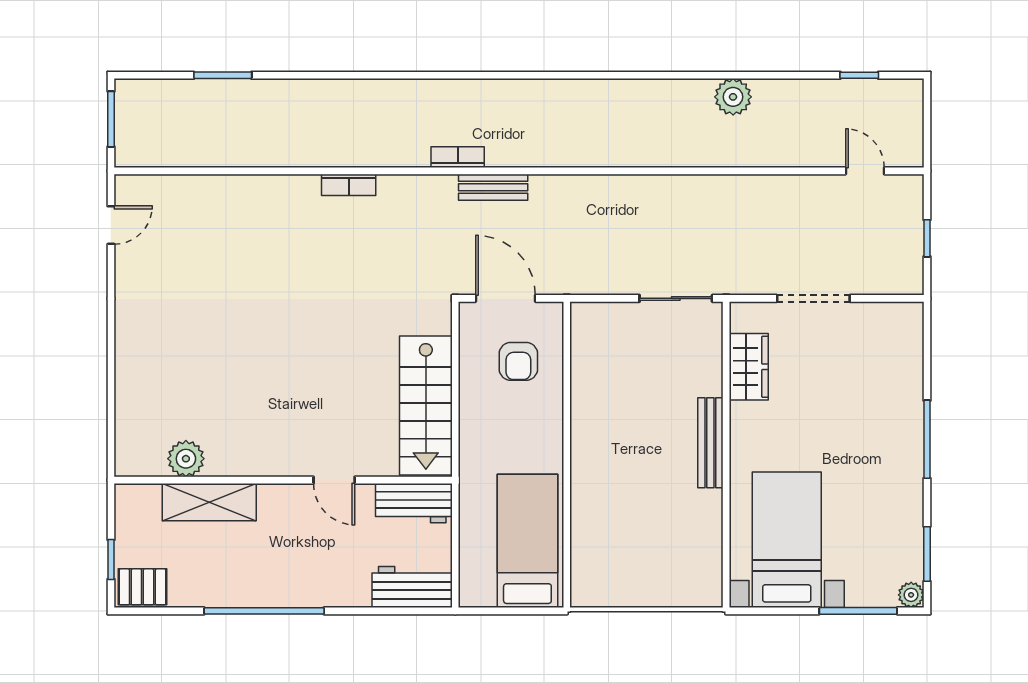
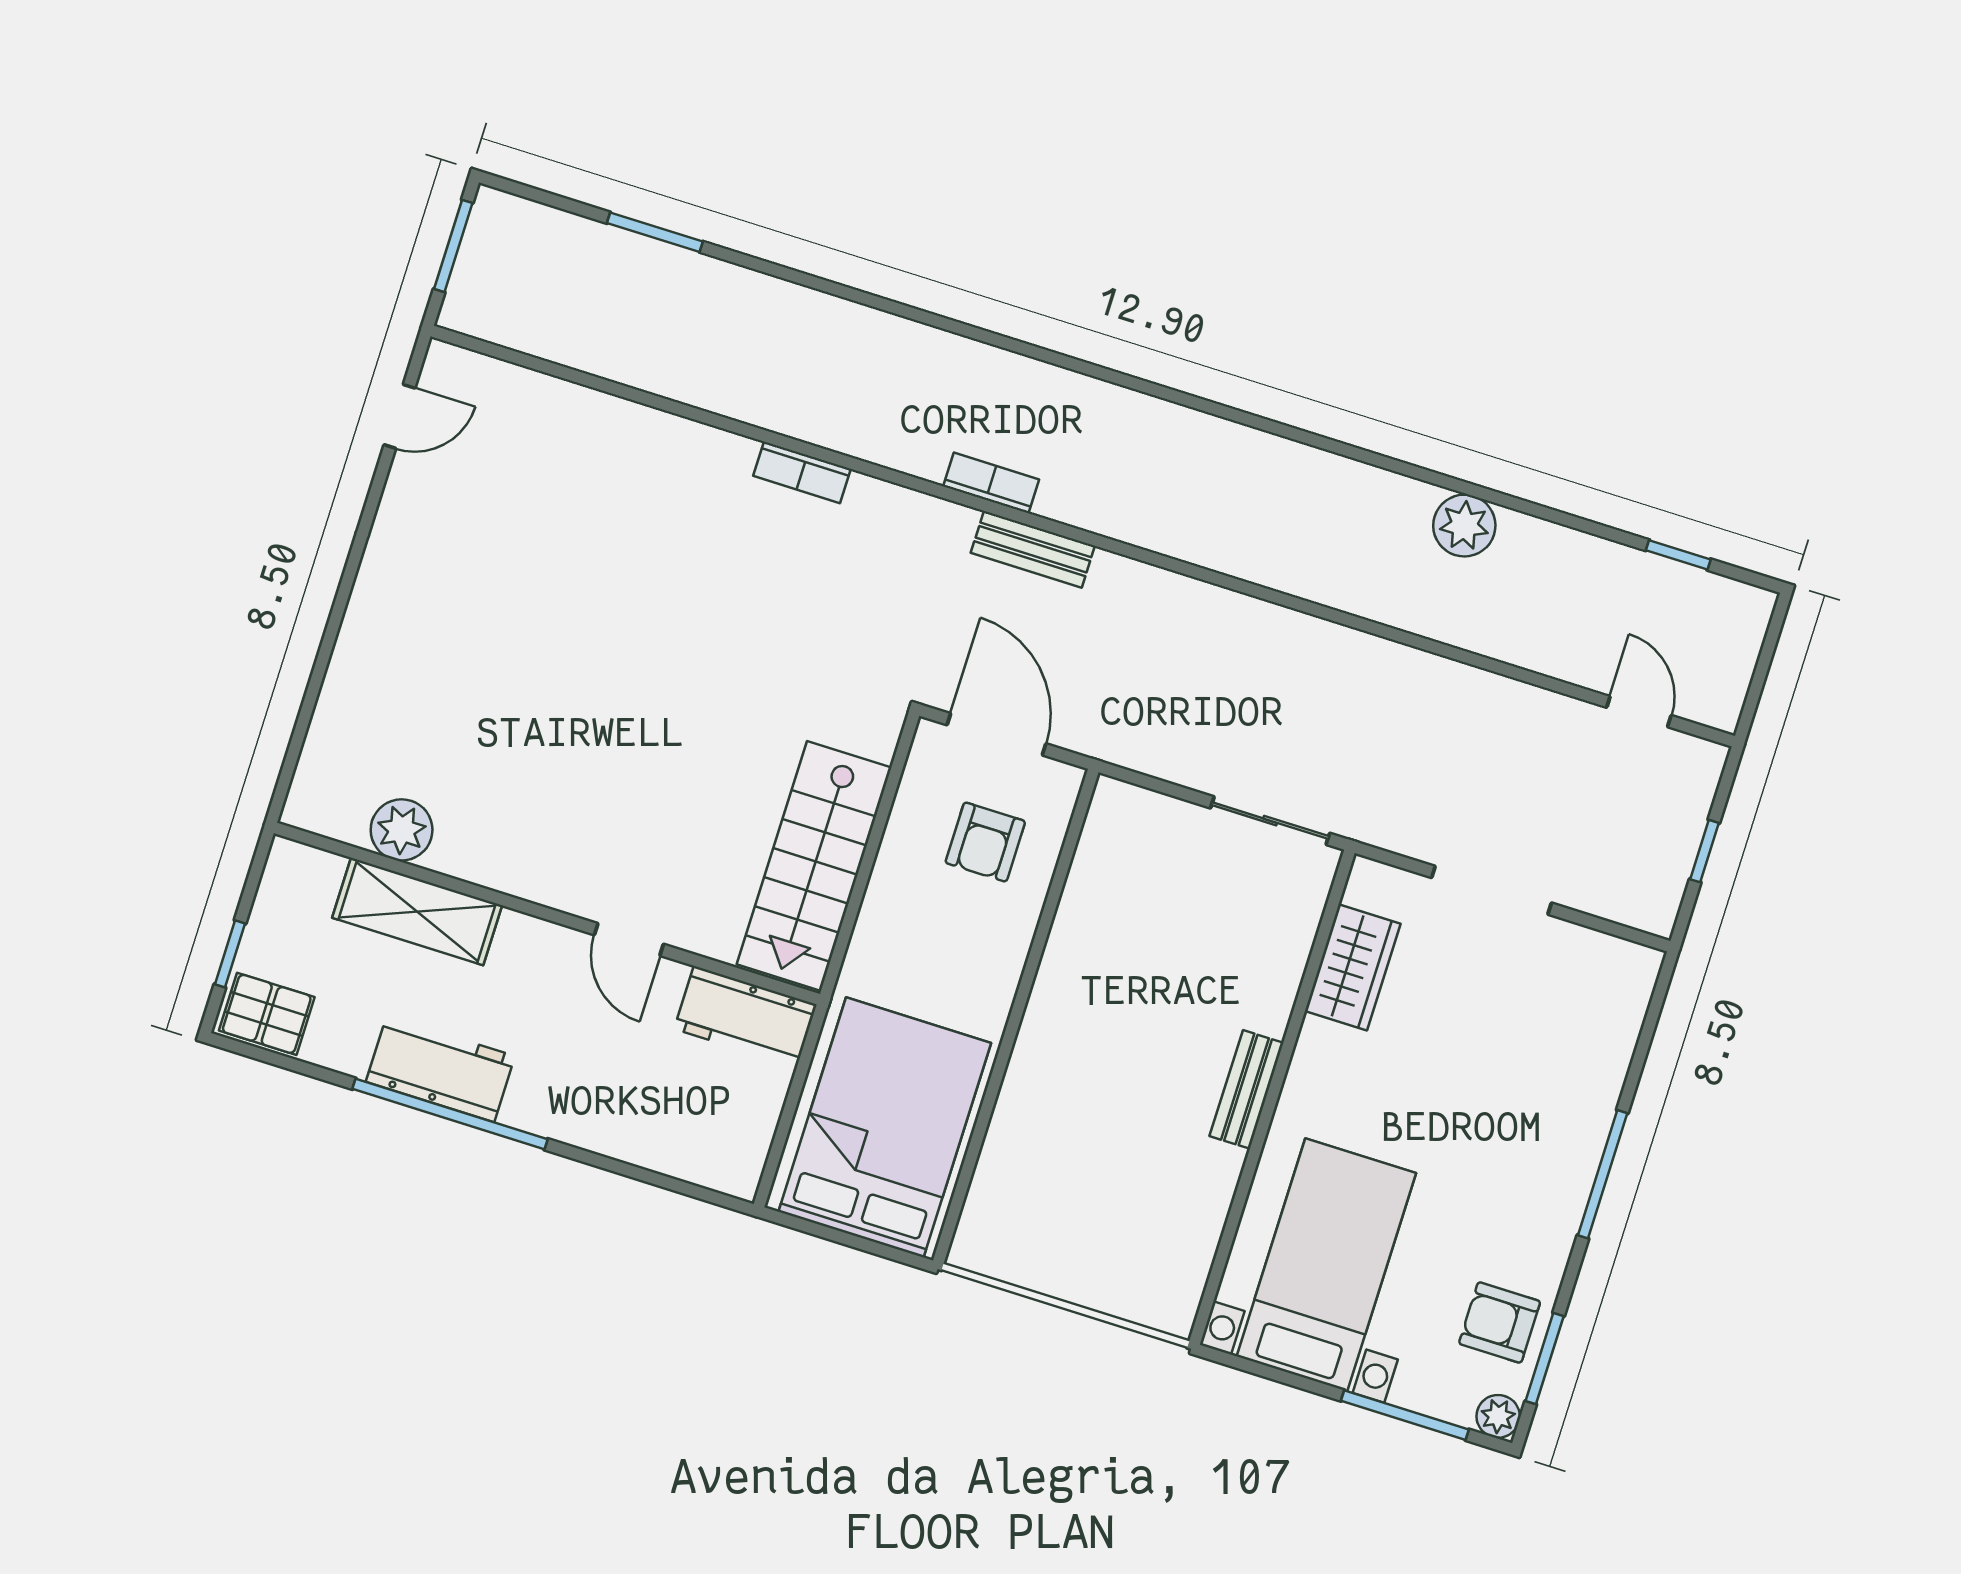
bench: (710, 443) -> (1247, 1089), width x0.73
bed: (527, 541) -> (885, 1127), width x1.50
armchair: (895, 542) -> (1500, 1322), added
workbench: (412, 587) -> (440, 1069), moved

